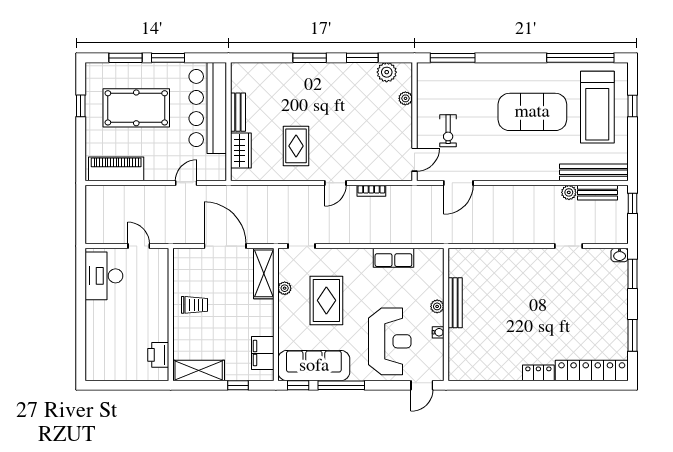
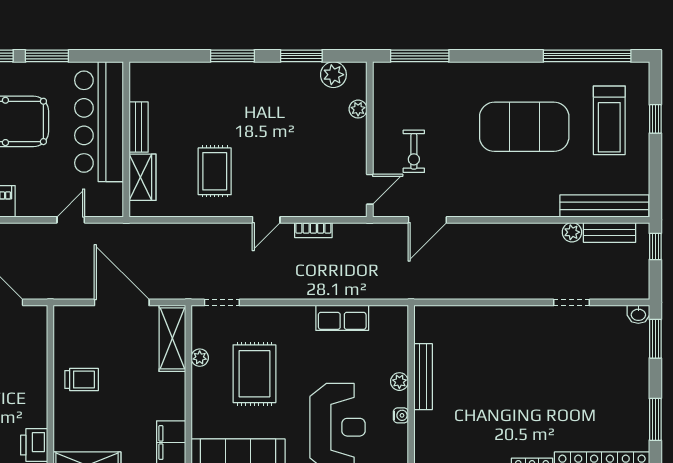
treadmill: (597, 107) -> (609, 120), width x0.73, depth x0.73

